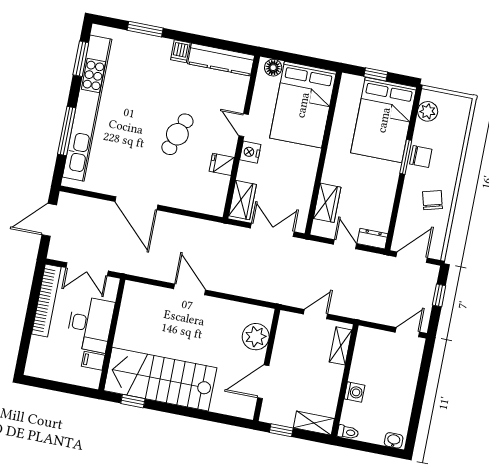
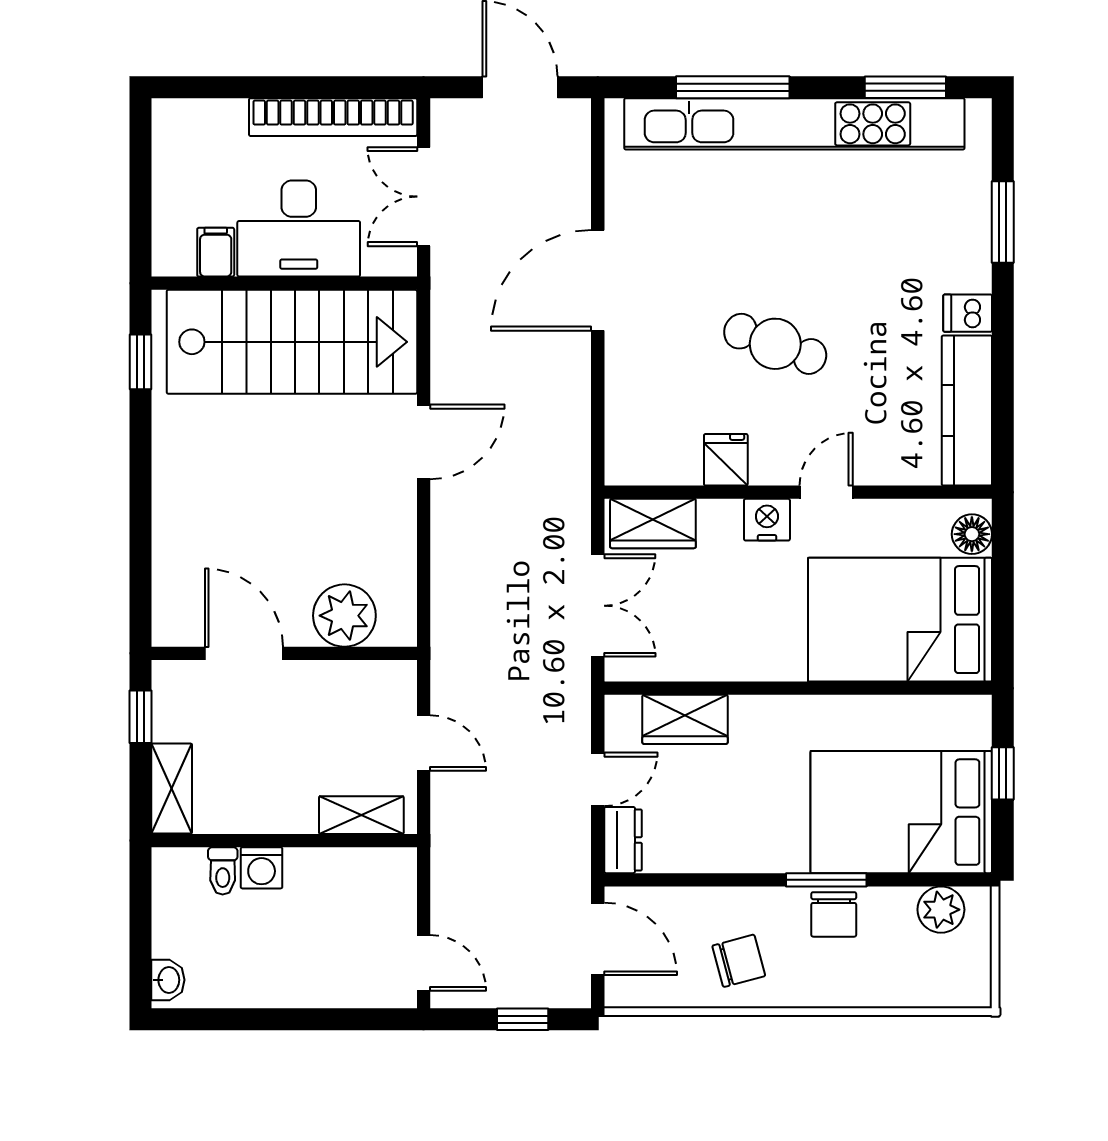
stairs: (160, 379) -> (292, 342), moved, turned 90
toilet: (348, 432) -> (223, 871), moved

